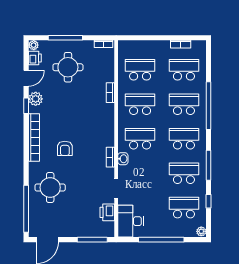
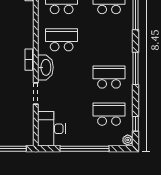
school desk: (184, 139) -> (109, 40), removed
washbasin: (123, 159) -> (45, 67), width x1.91, depth x1.45
window: (208, 201) -> (136, 124), moved
printer: (107, 212) -> (26, 119), removed

